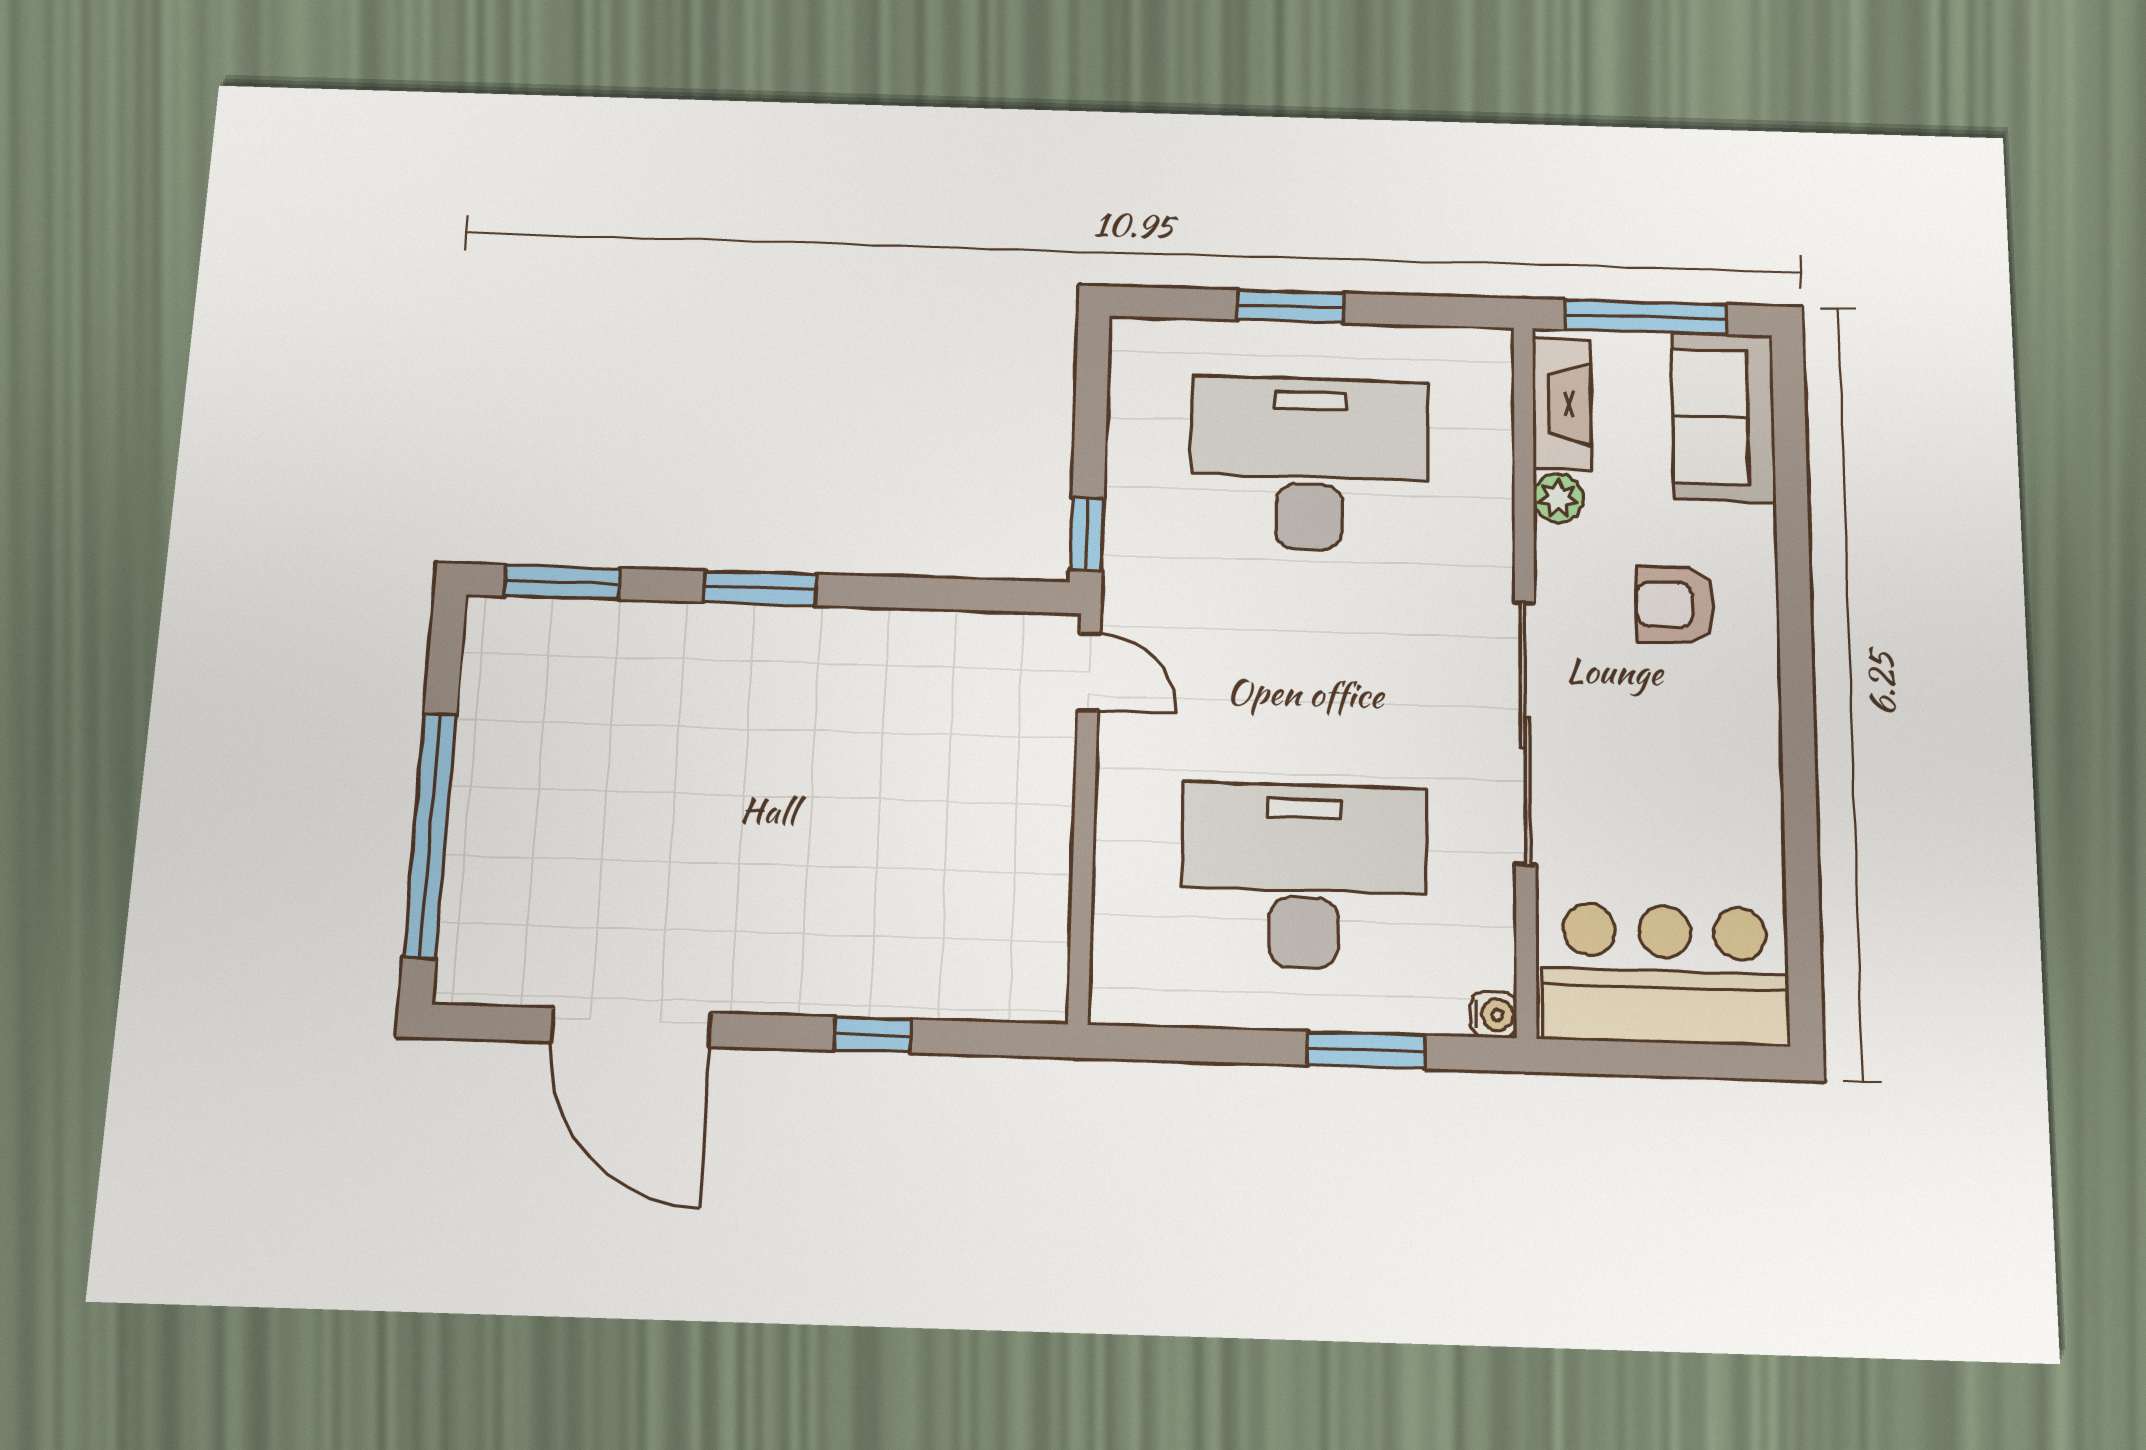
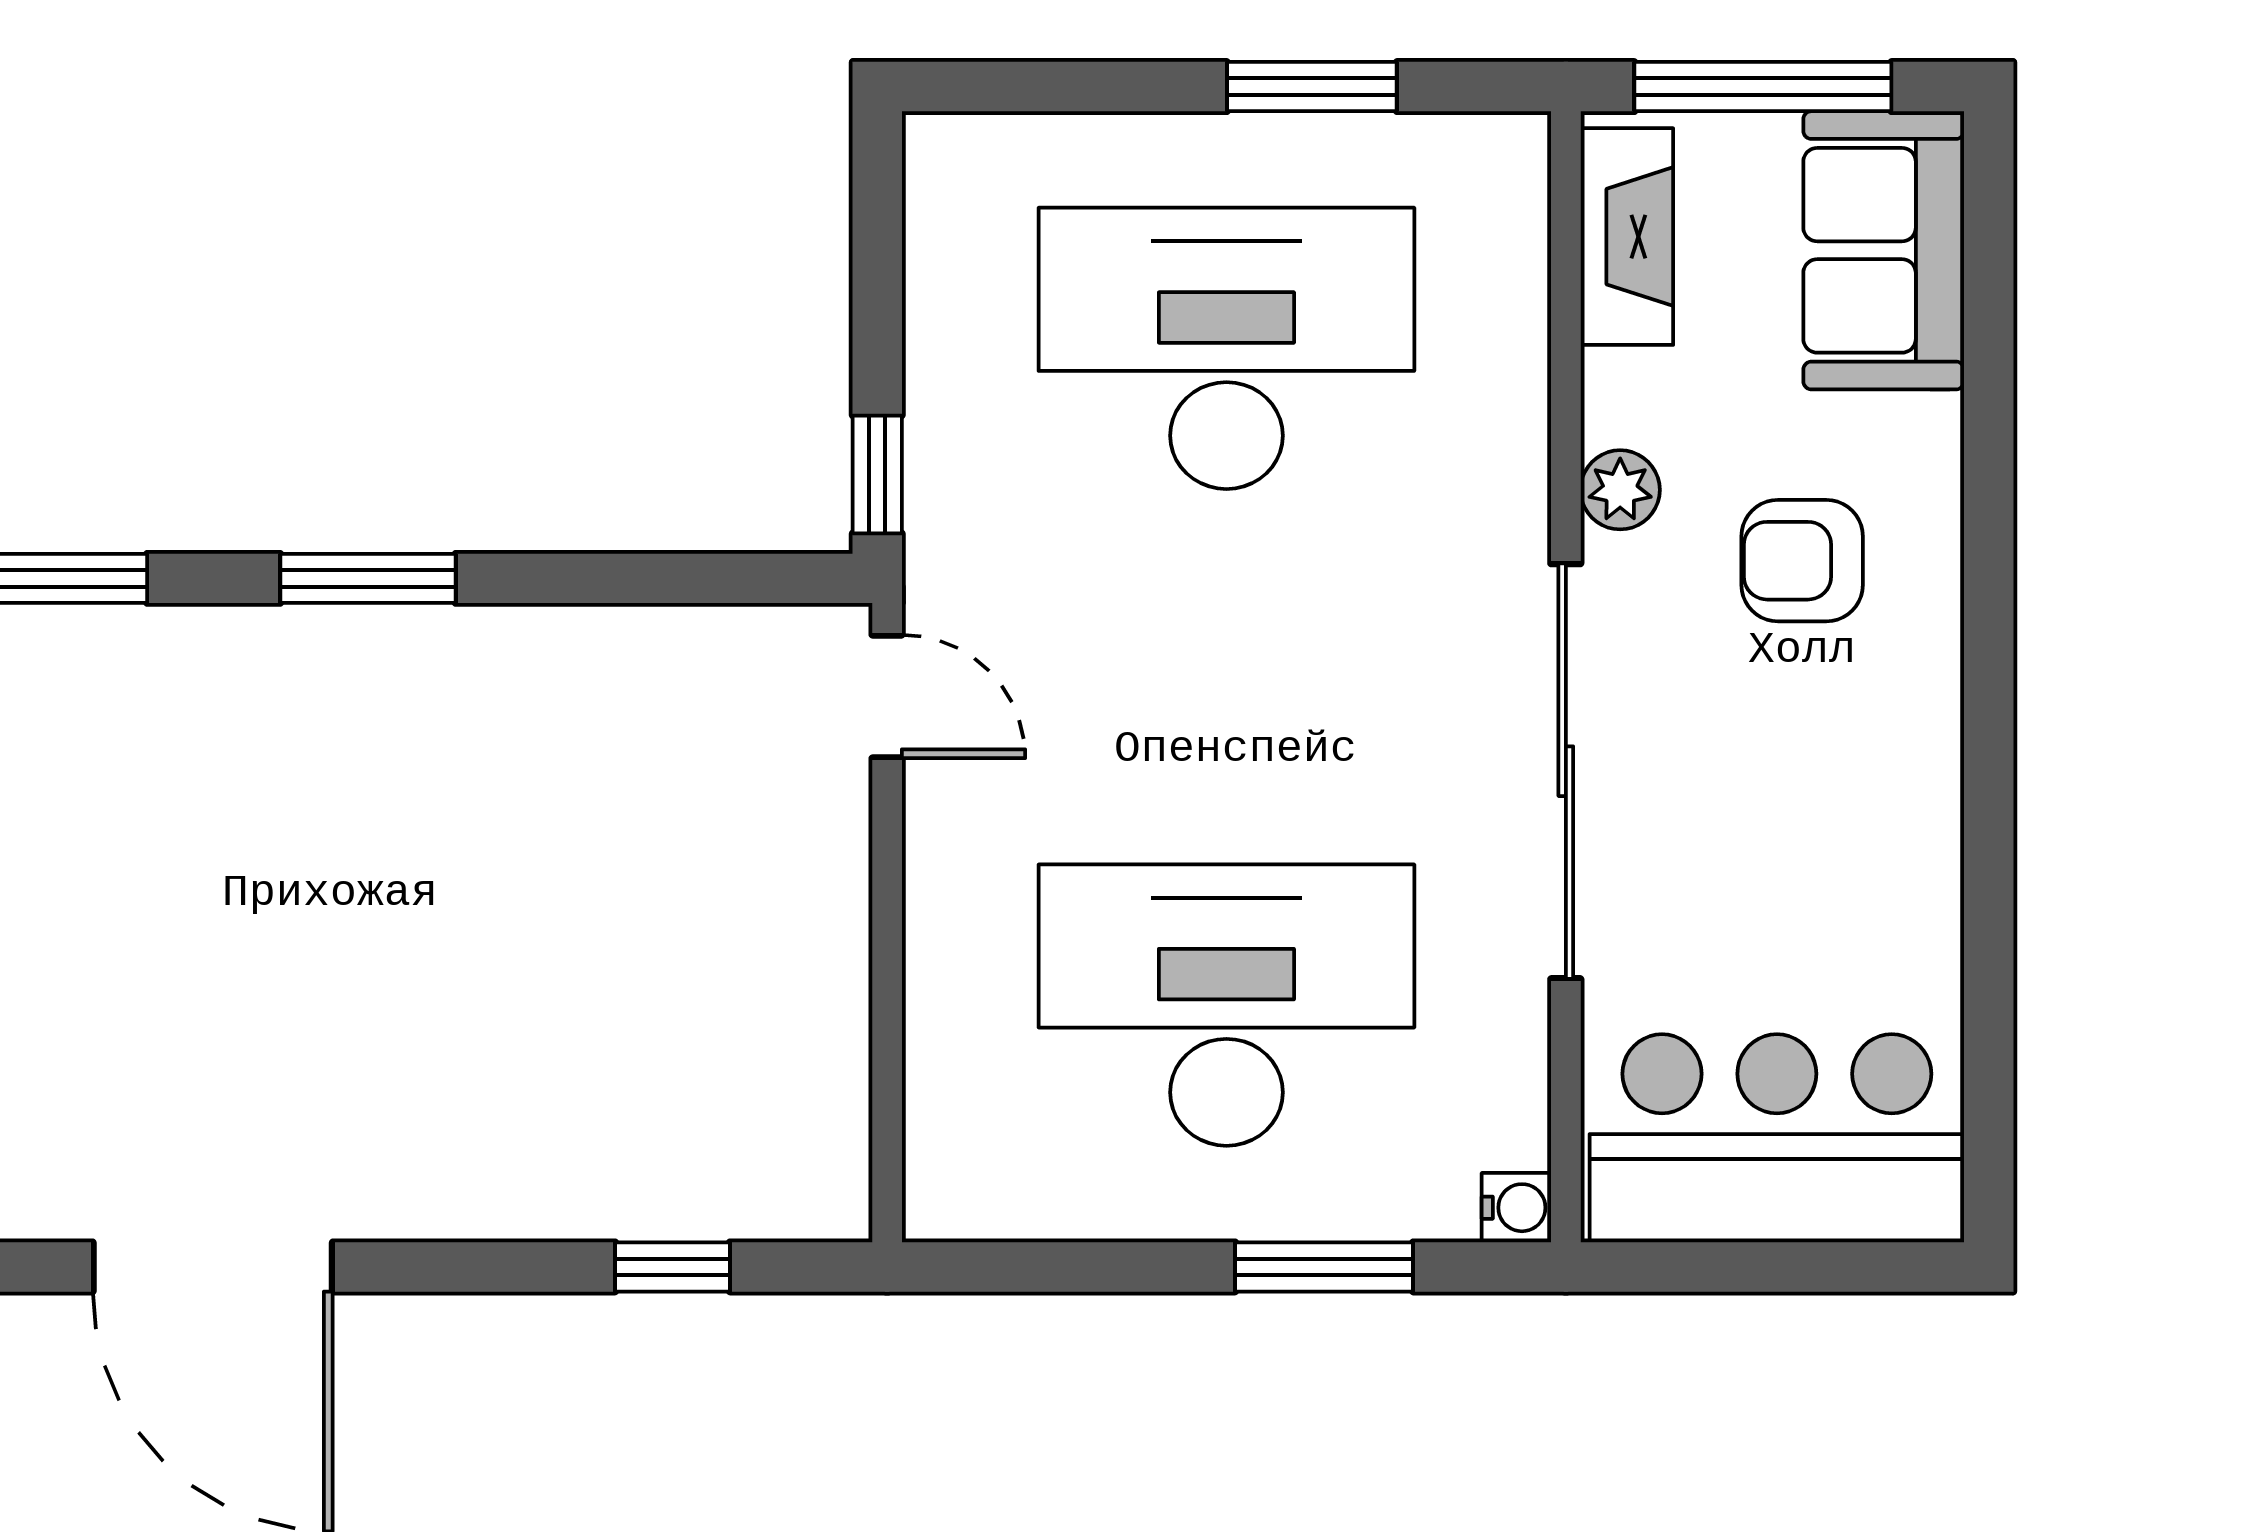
window: (1291, 307) -> (1312, 87), moved
plant: (1558, 498) -> (1620, 490), moved
window: (873, 1035) -> (672, 1267), moved

